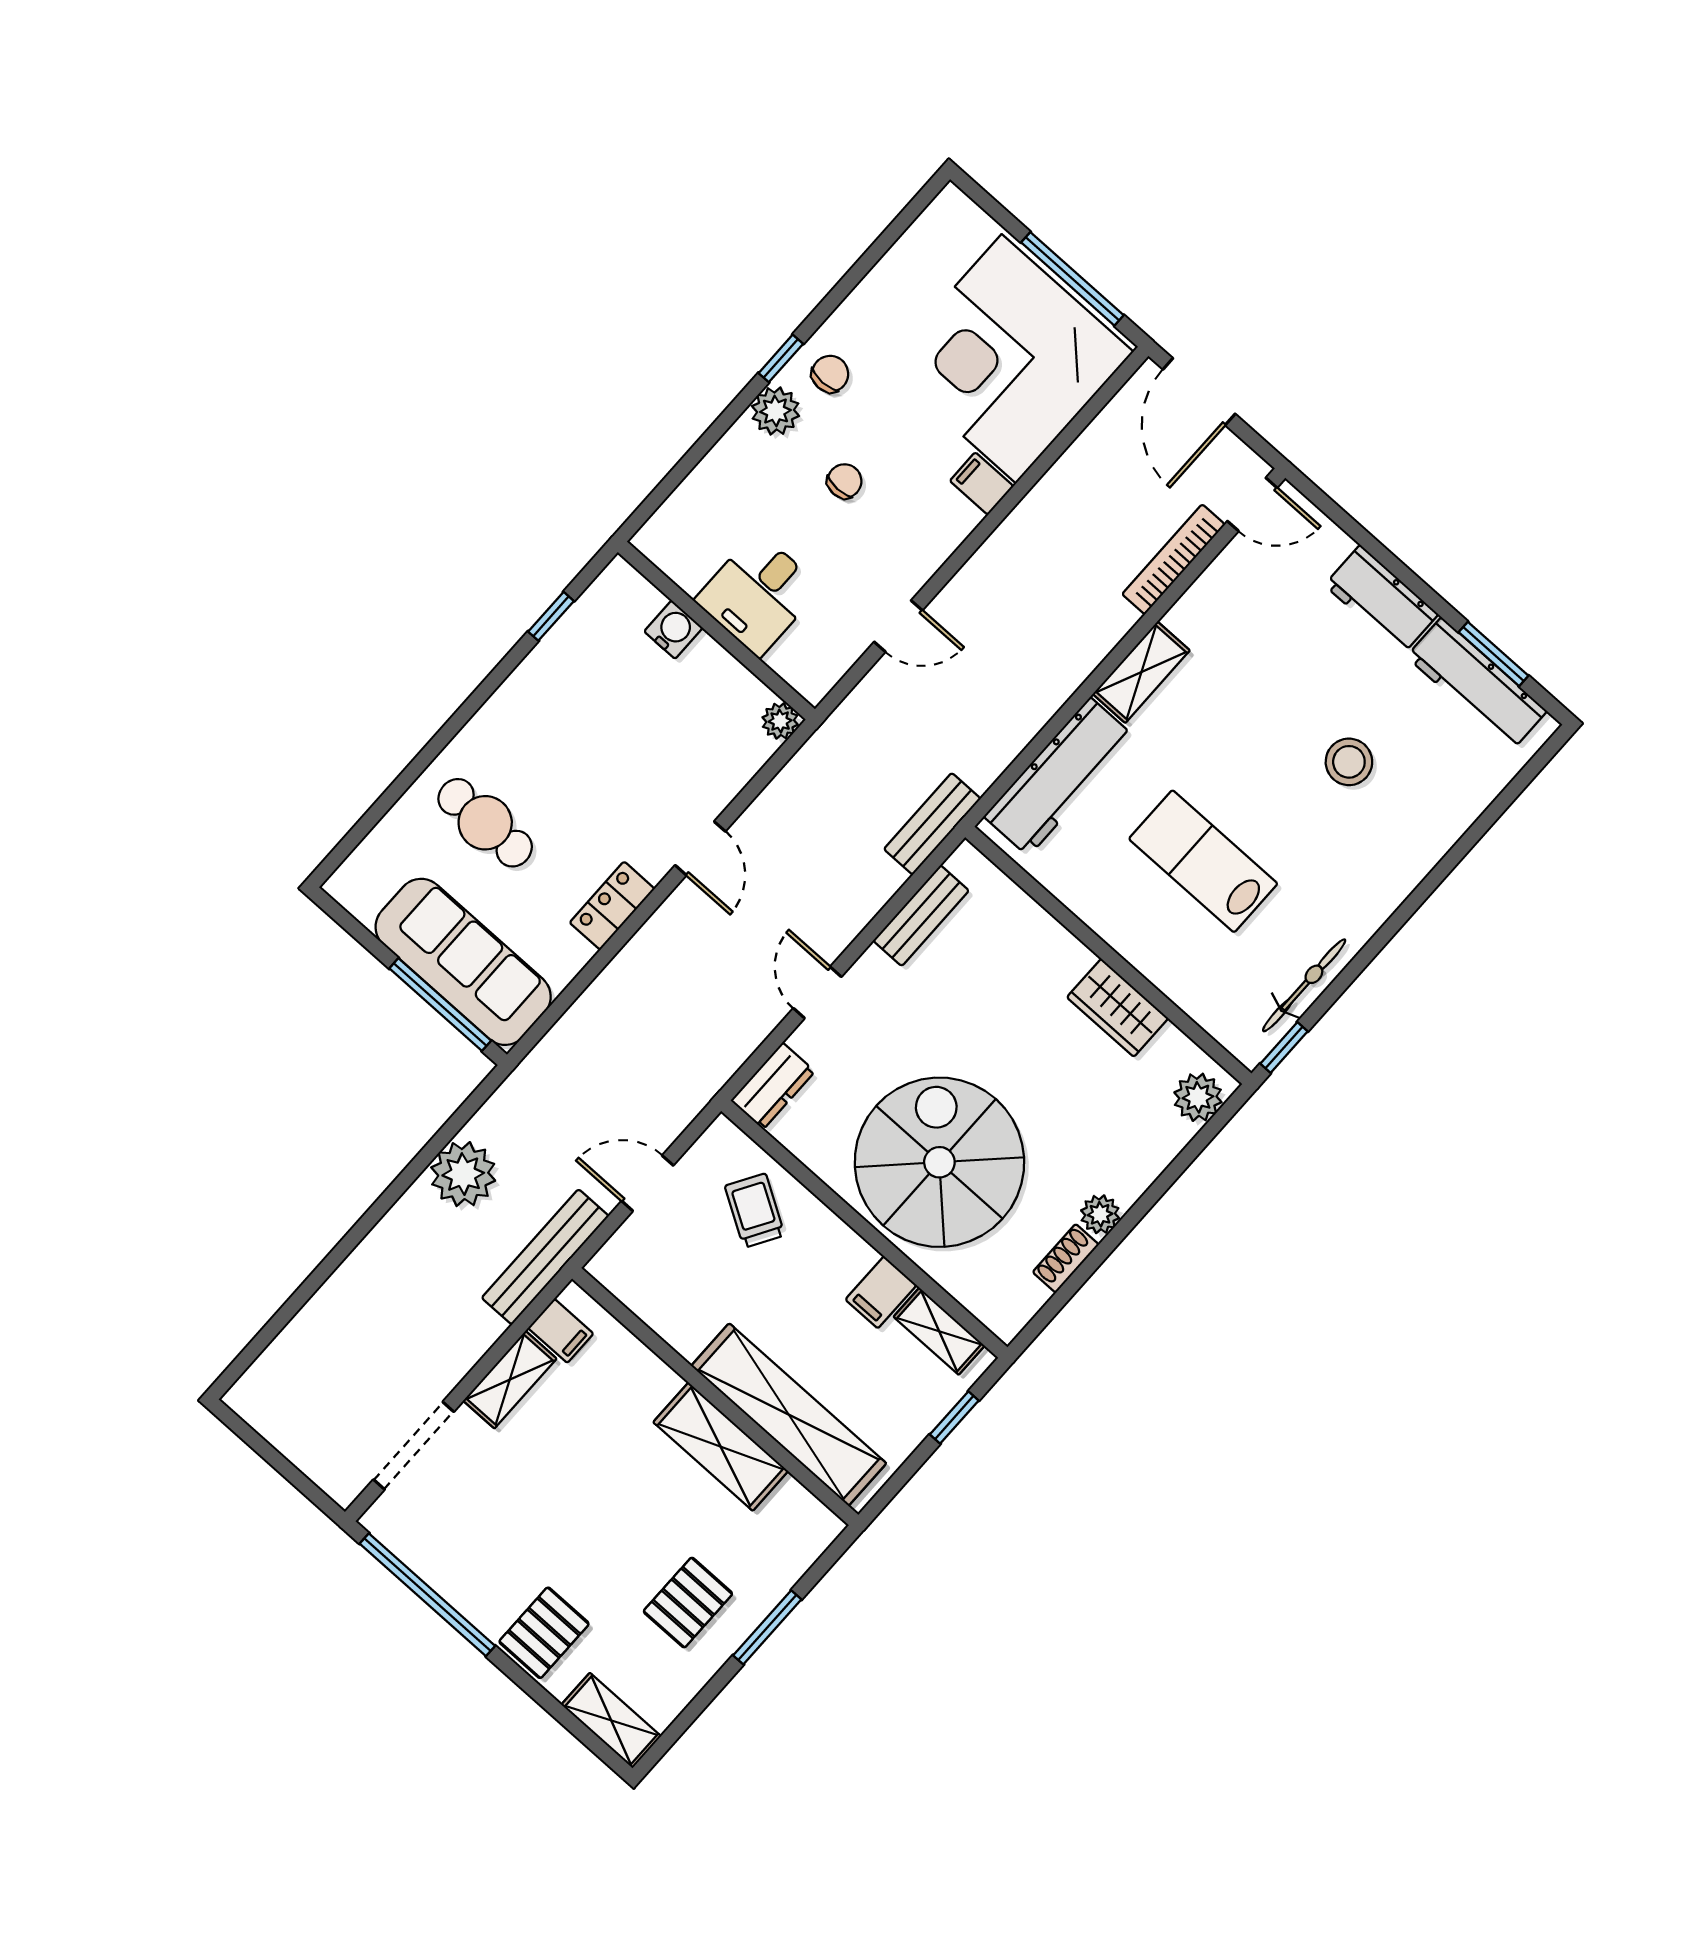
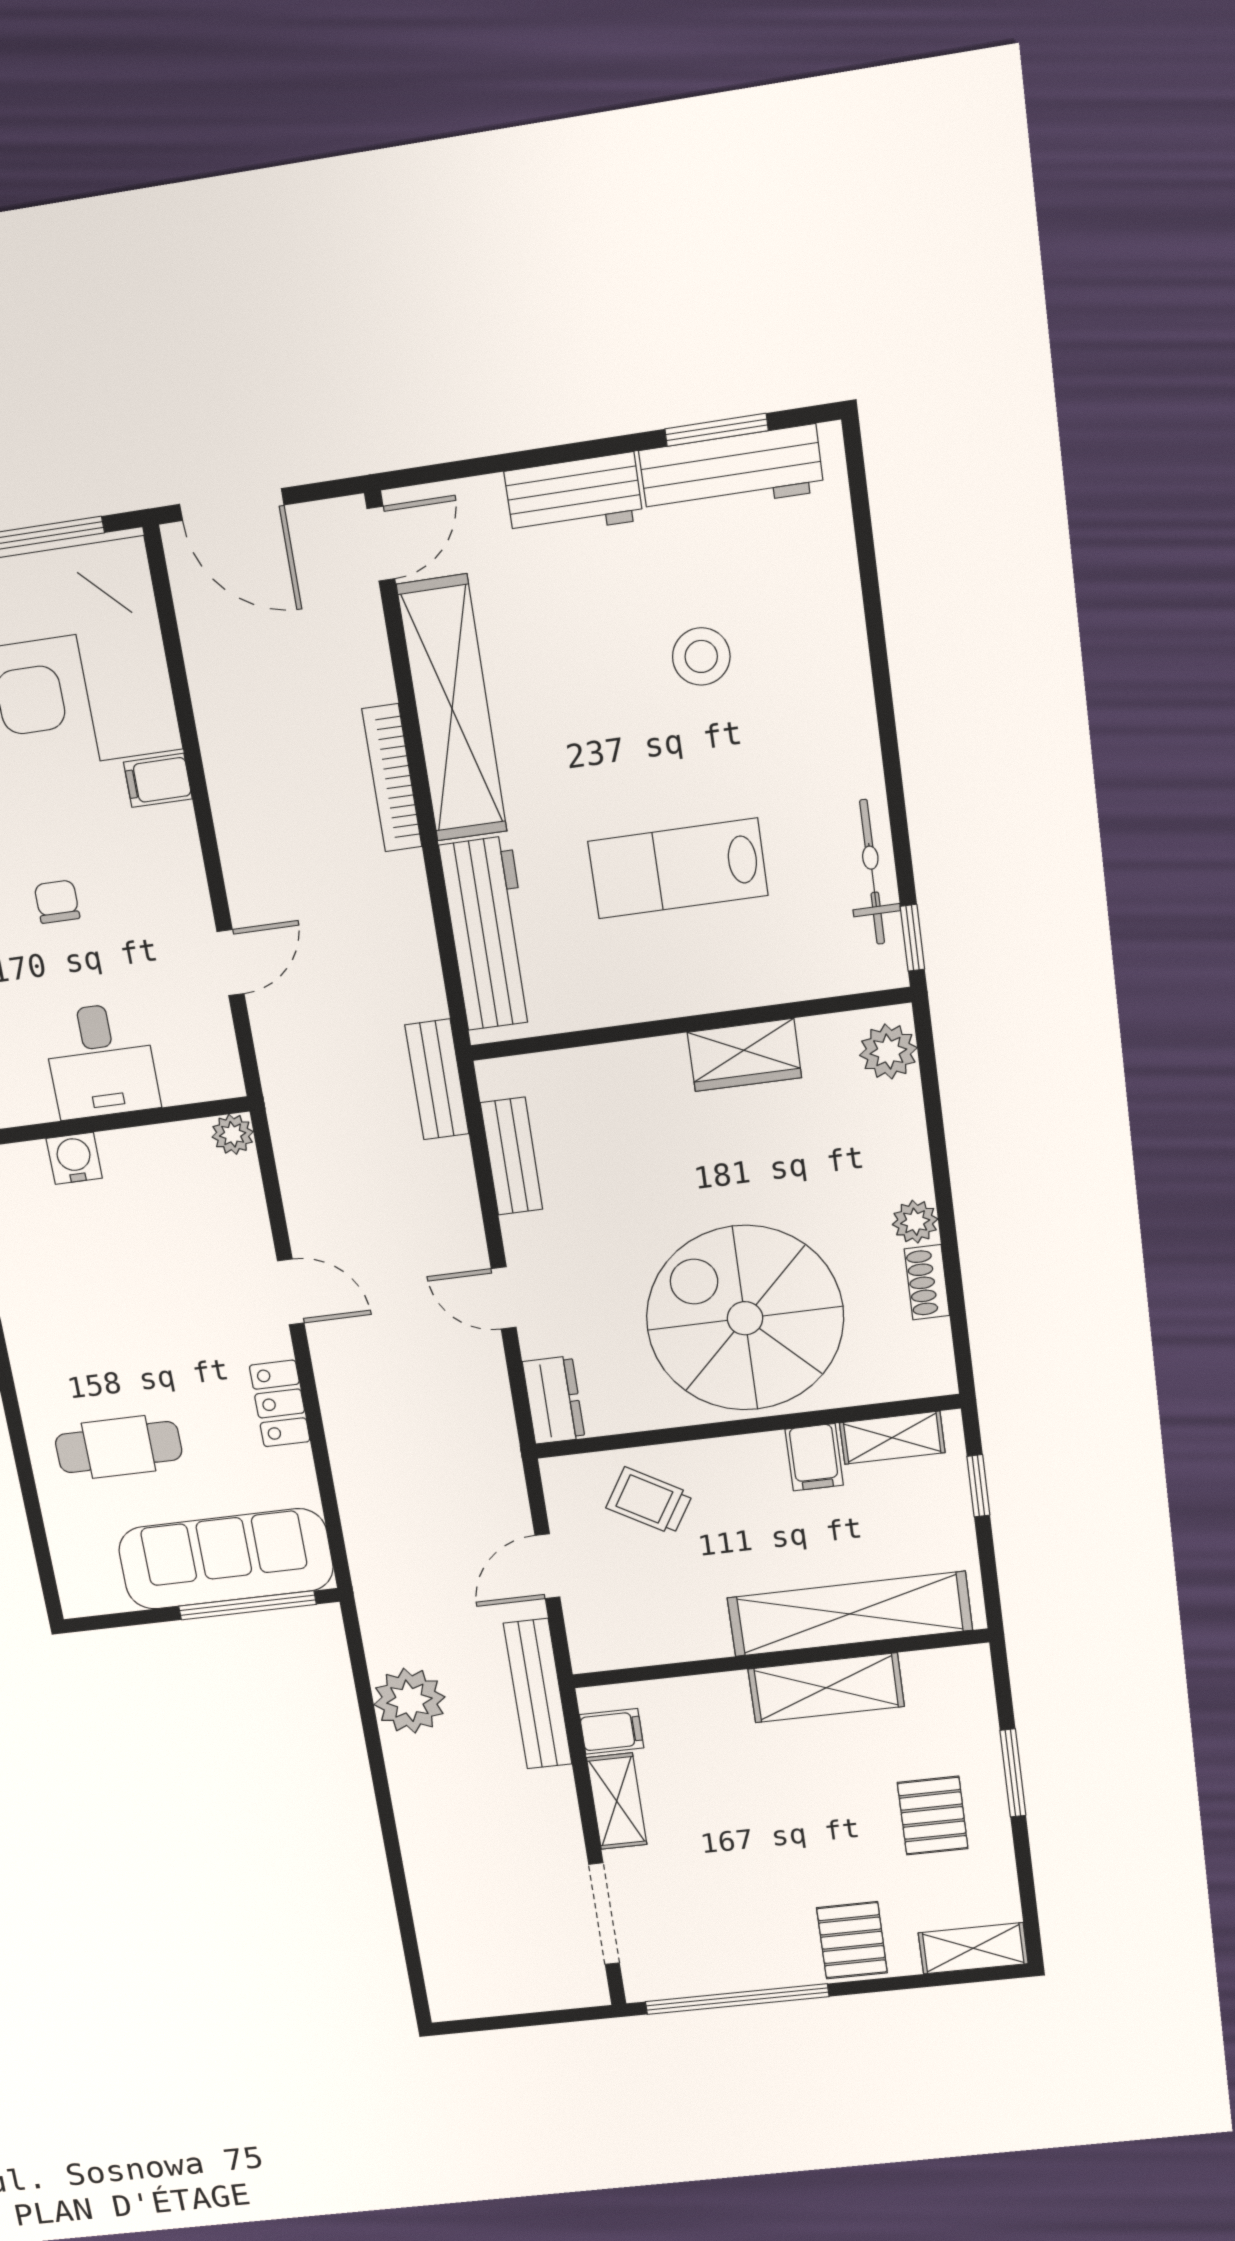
bookcase: (1173, 559) -> (392, 778), moved
shelving: (1141, 672) -> (452, 709), width x2.20, depth x1.33

